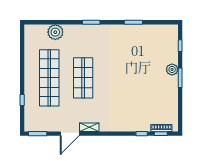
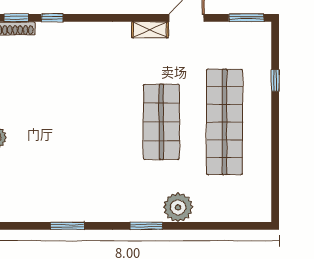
plant: (55, 32) -> (178, 207), moved

